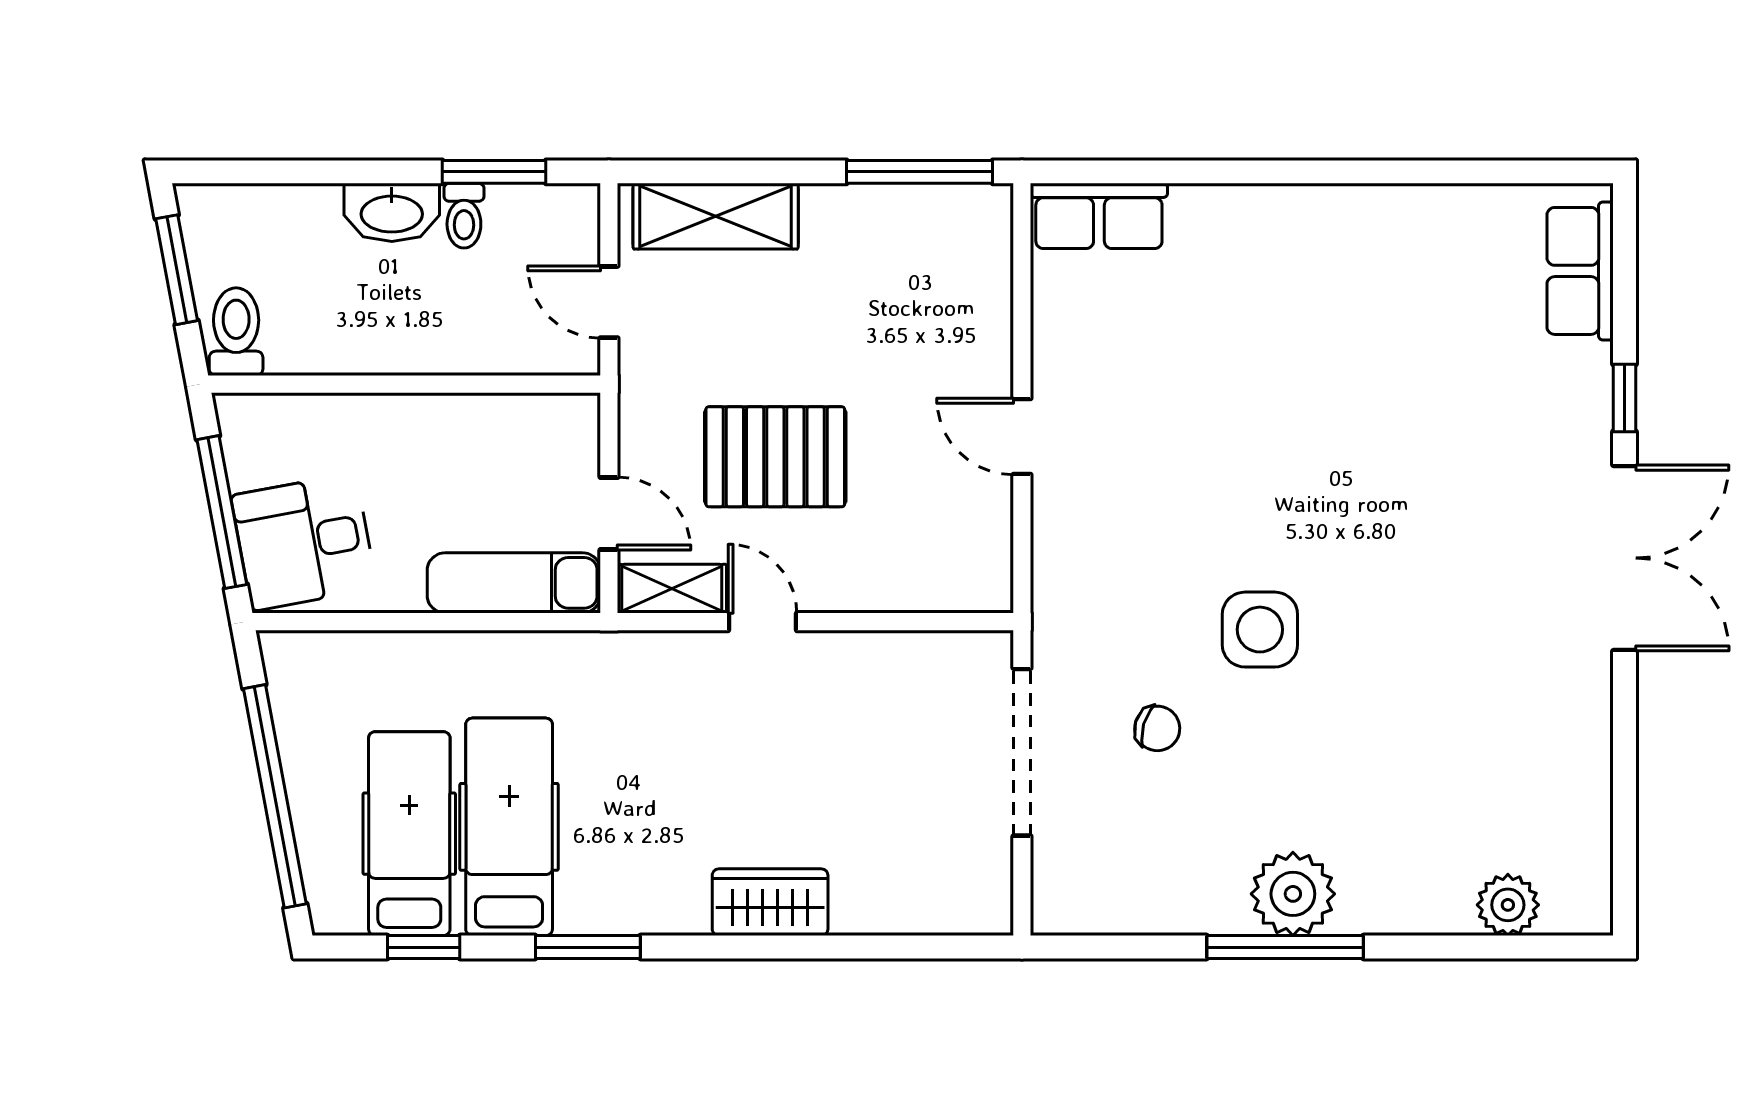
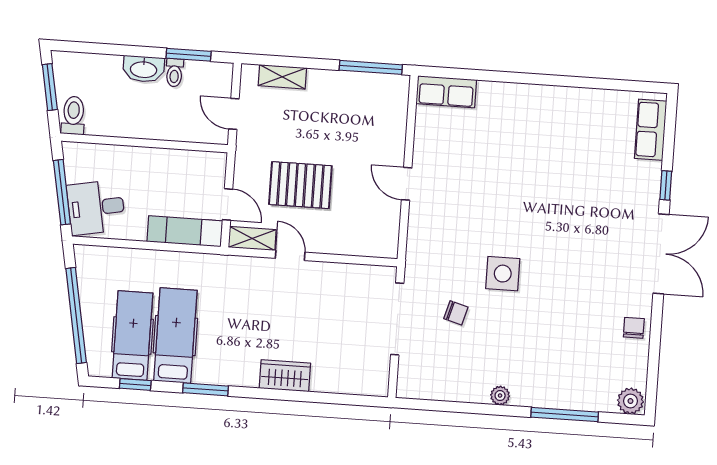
shelving: (716, 216) -> (282, 77), width x0.67, depth x0.75
chair: (1573, 734) -> (634, 328), added
plant: (1293, 894) -> (500, 396), width x0.53, depth x0.53
plant: (1508, 905) -> (630, 401), moved
window: (1285, 947) -> (565, 415), moved

